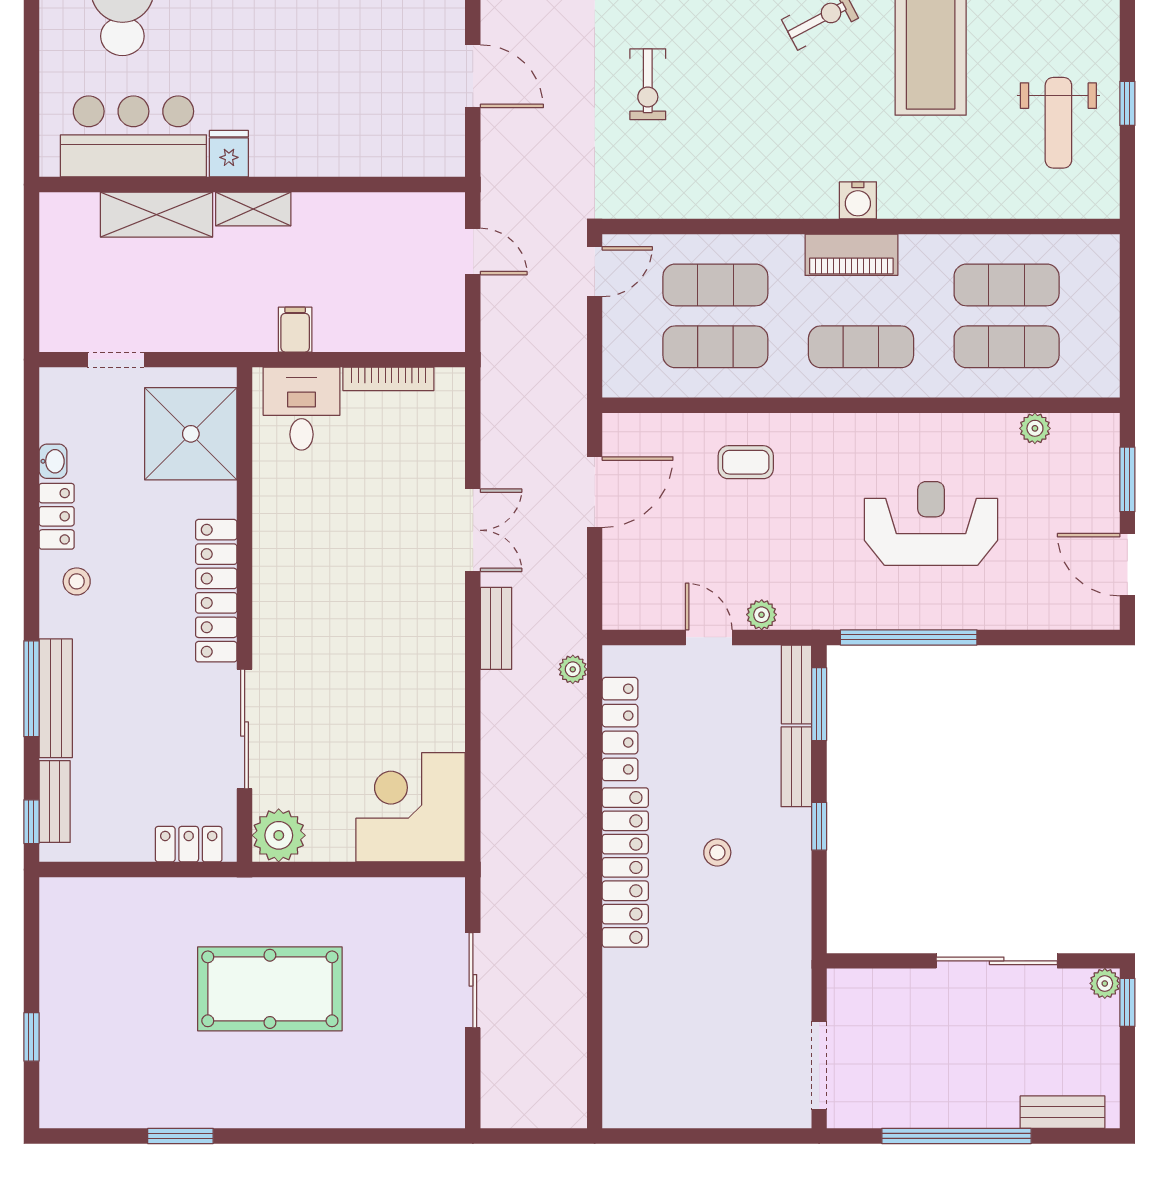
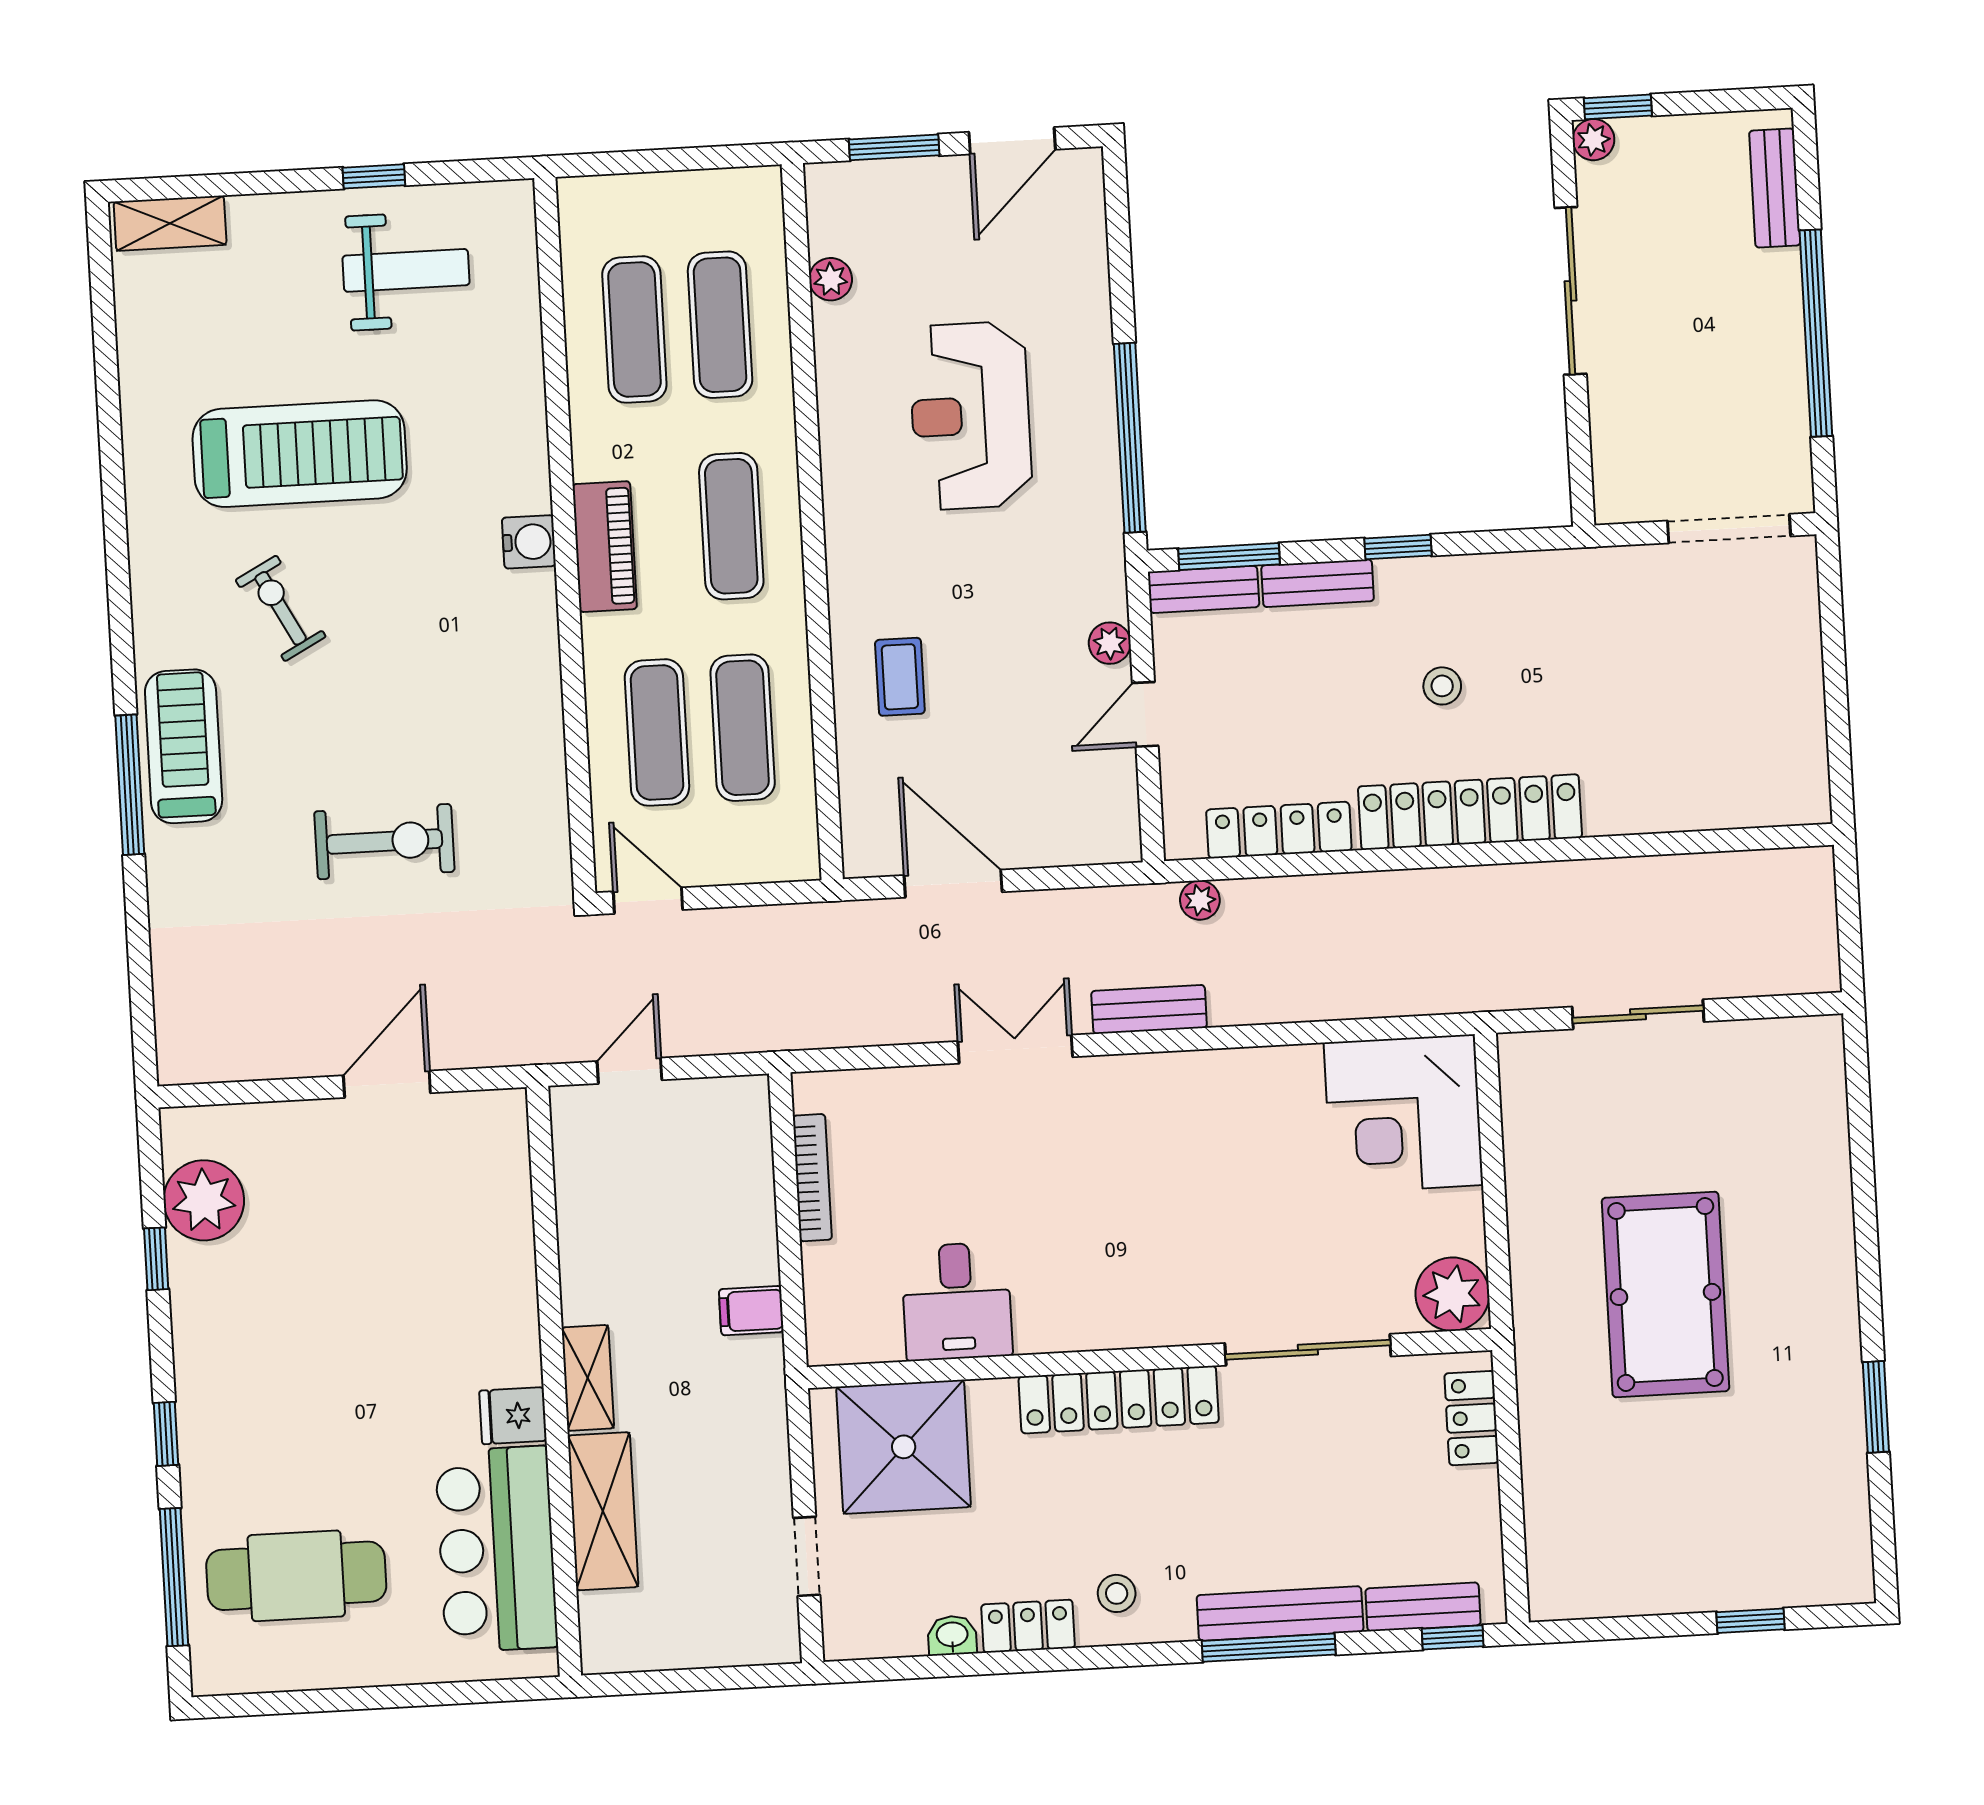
exercise bike: (648, 84) -> (384, 842), width x1.38, depth x1.39
desk: (302, 409) -> (957, 1301), moved, turned -90

